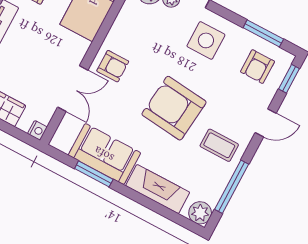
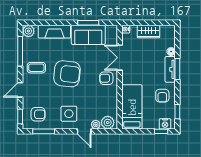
armchair: (258, 67) -> (38, 114), turned 90

